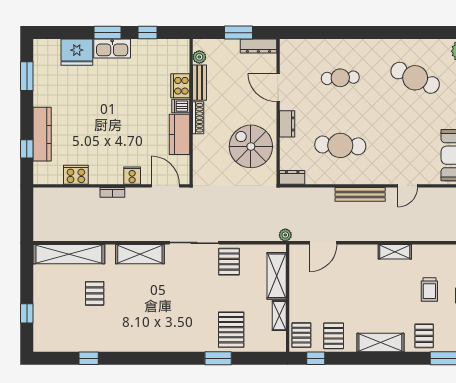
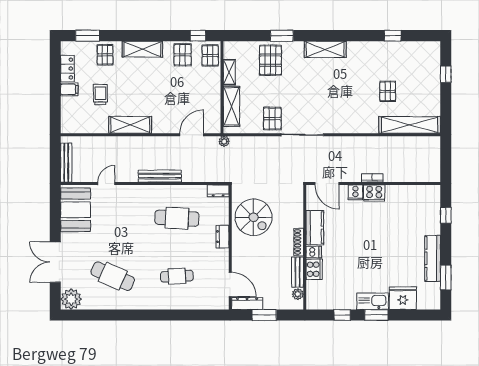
door: (278, 87) -> (230, 284), moved
kitchen counter: (42, 134) -> (433, 258), moved
cooker: (76, 175) -> (374, 193), moved
door: (407, 186) -> (106, 183), moved
shelving: (395, 252) -> (130, 125), width x1.50, depth x1.33
shelving: (140, 254) -> (325, 49), moved

